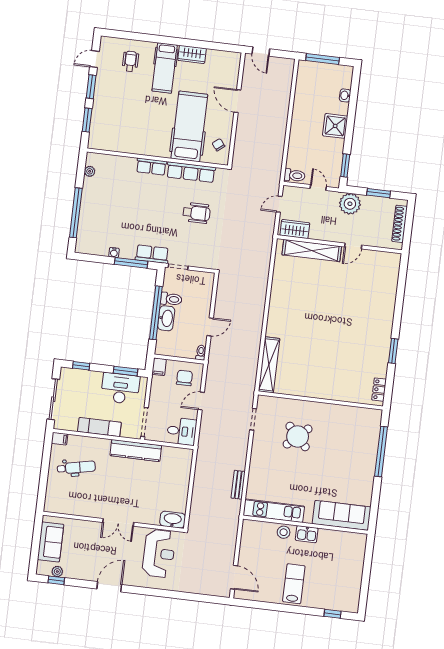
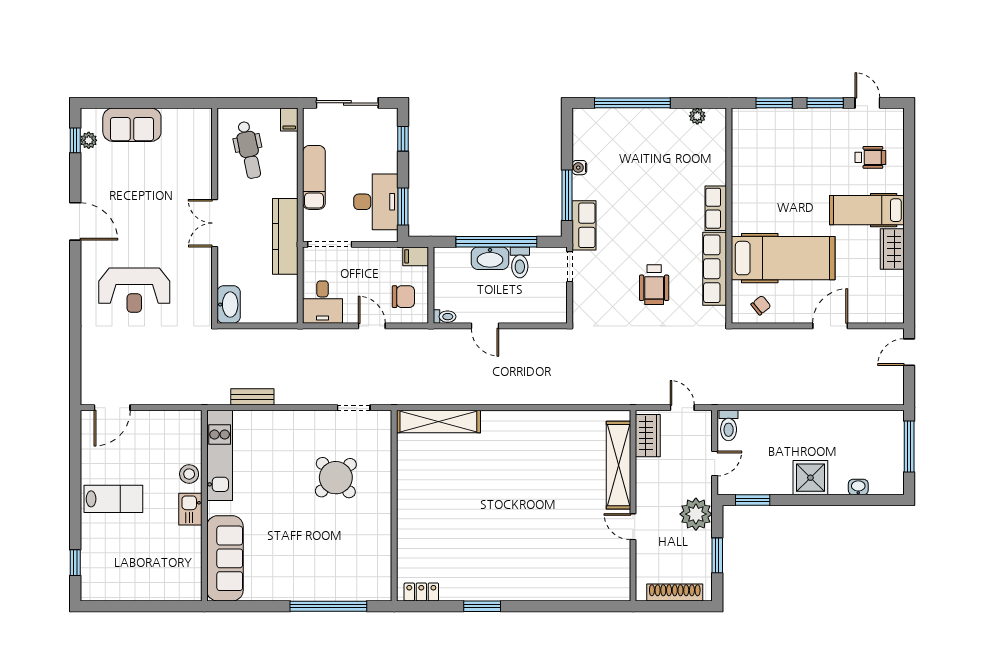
washbasin: (173, 520) -> (229, 305), moved
wall: (113, 522) -> (215, 216), moved
double door: (118, 522) -> (215, 223), moved

